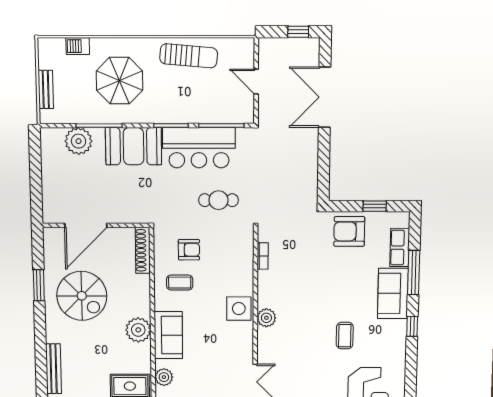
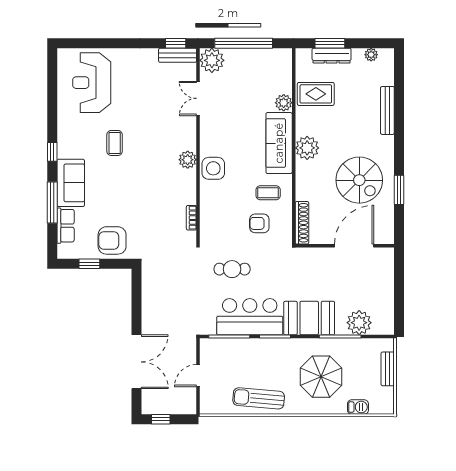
door: (256, 82) -> (198, 376), swing flipped
armchair: (349, 231) -> (112, 240), turned 180
spiral stairs: (82, 296) -> (359, 180), turned 180
sofa: (168, 335) -> (279, 143), width x1.36

